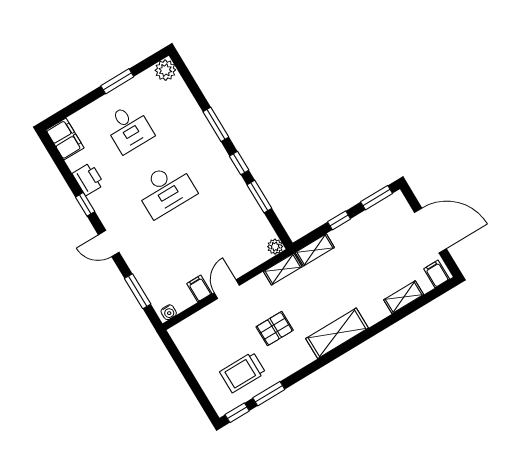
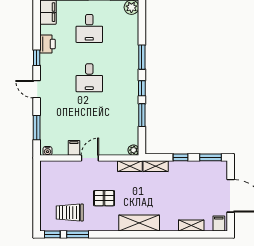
desk: (166, 190) -> (89, 78), width x0.73

